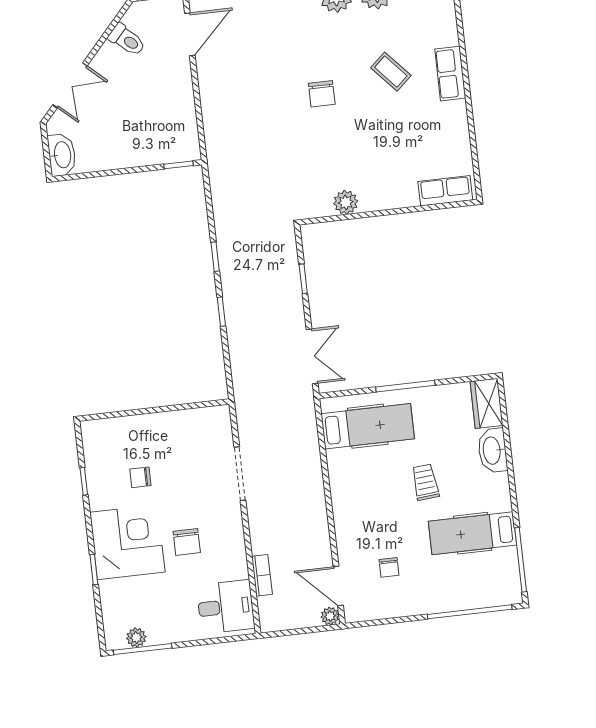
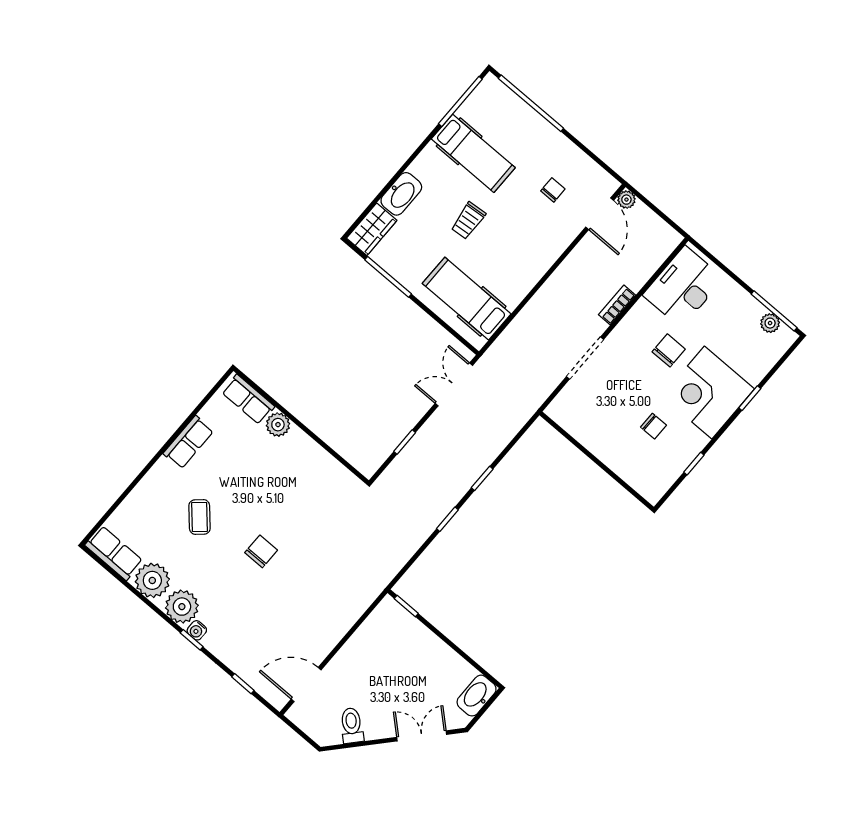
row of seats: (450, 74) -> (188, 442), moved
plant: (346, 202) -> (278, 425), moved
window: (405, 386) -> (388, 277), moved
bookcase: (262, 575) -> (617, 305), moved
desk: (226, 607) -> (683, 287), width x1.37

